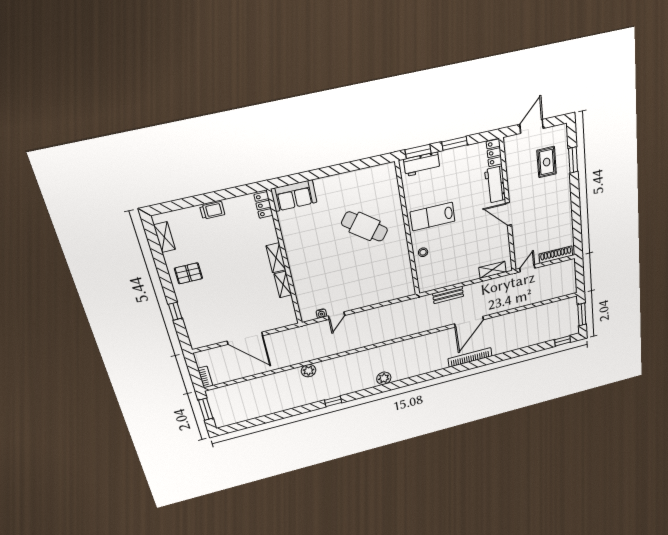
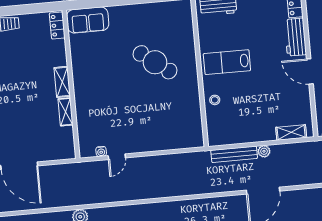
plant: (469, 289) -> (264, 151), added
bench: (448, 295) -> (234, 154), width x1.36

